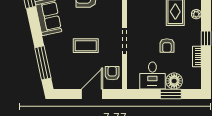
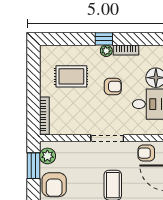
plant: (196, 14) -> (106, 51), moved

